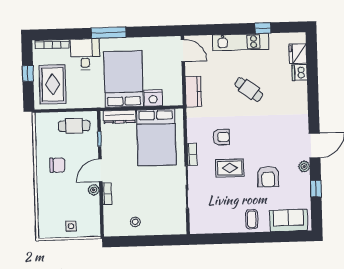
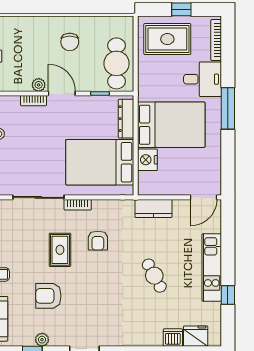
cafe table: (249, 89) -> (154, 276), turned -66
cafe table: (74, 126) -> (117, 63), width x1.37, depth x1.35
plant: (304, 167) -> (42, 340), moved

